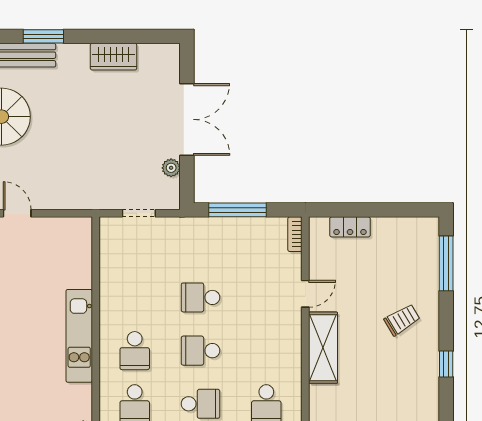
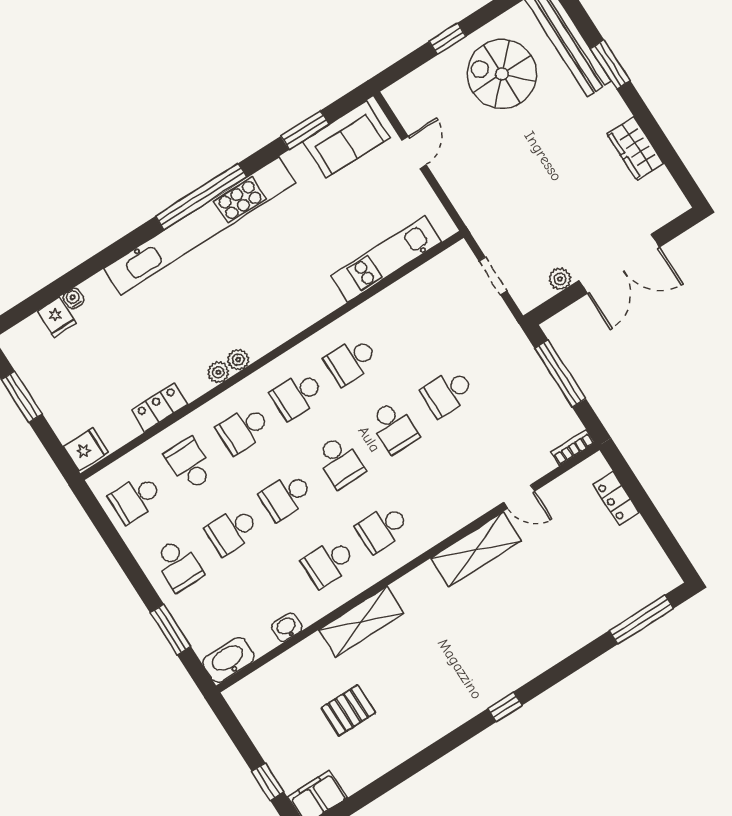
school desk: (200, 297) -> (448, 393), turned -90
trolley: (402, 320) -> (556, 611), removed
kitchen unit: (79, 336) -> (386, 259), moved
school desk: (200, 351) -> (394, 427), turned 180
window: (446, 364) -> (505, 707), moved

